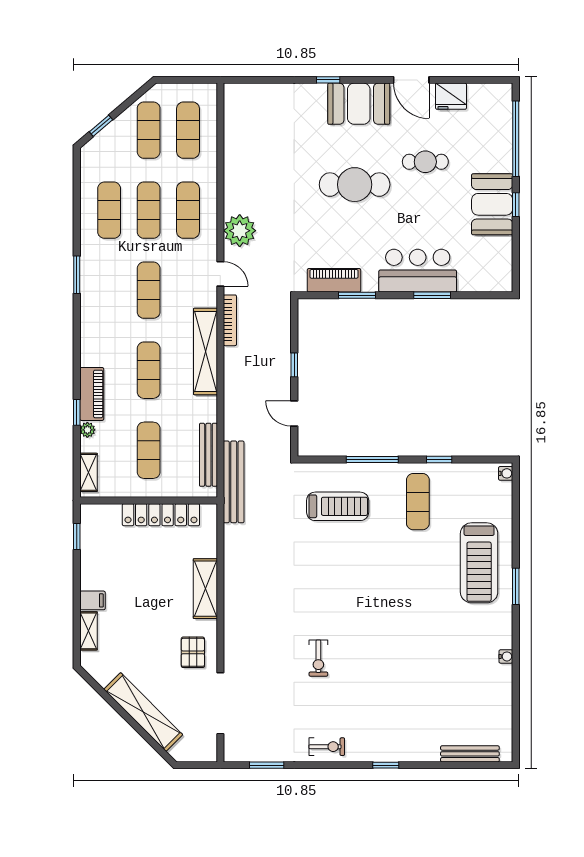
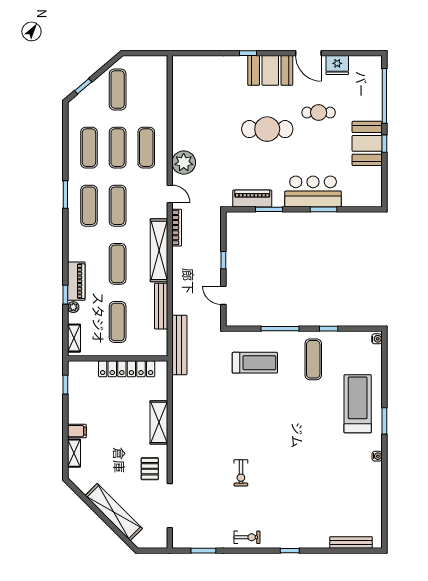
exercise mat: (188, 130) -> (89, 206), moved
bench: (208, 455) -> (161, 306), moved
treadmill: (479, 563) -> (358, 404), turned 180
water cooler: (506, 656) -> (377, 456), moved

